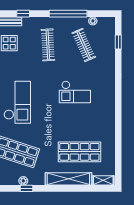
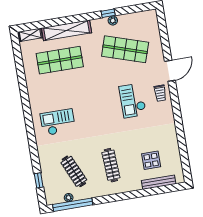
window: (23, 14) -> (142, 193), removed
window: (68, 14) -> (73, 205), moved
checkout: (75, 92) -> (58, 122), moved
checkout: (17, 102) -> (133, 101), width x0.73, depth x0.83

